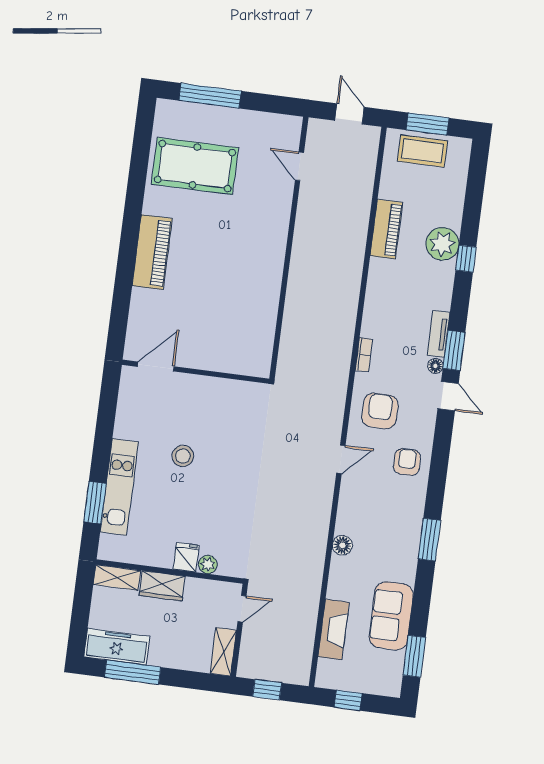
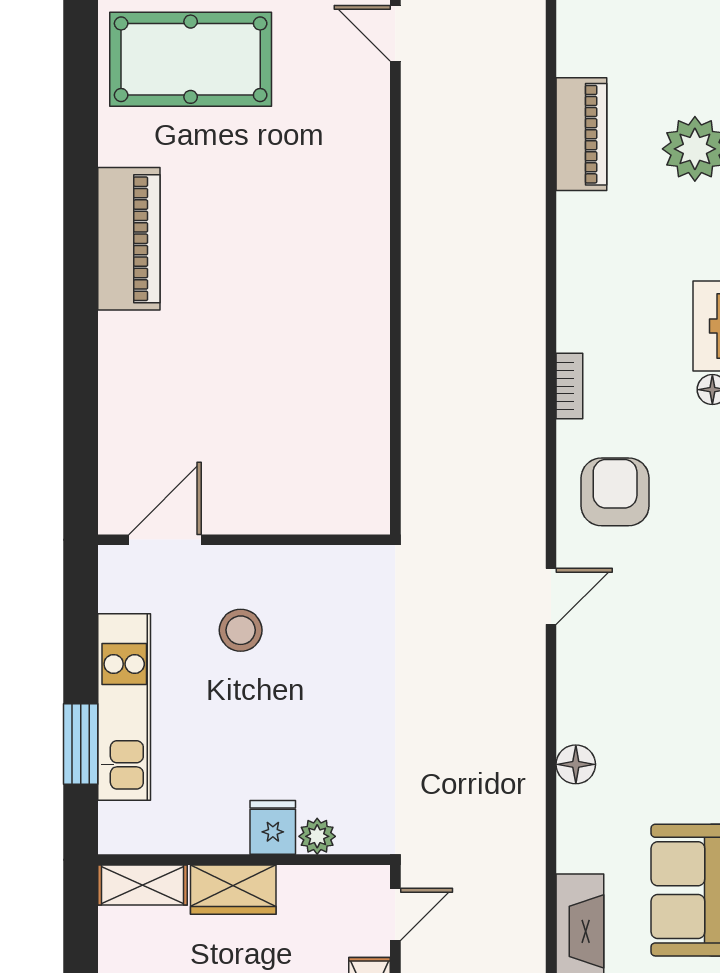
door: (156, 367) -> (165, 540), moved
wall: (195, 372) -> (244, 540), moved
armchair: (407, 462) -> (681, 585), removed

